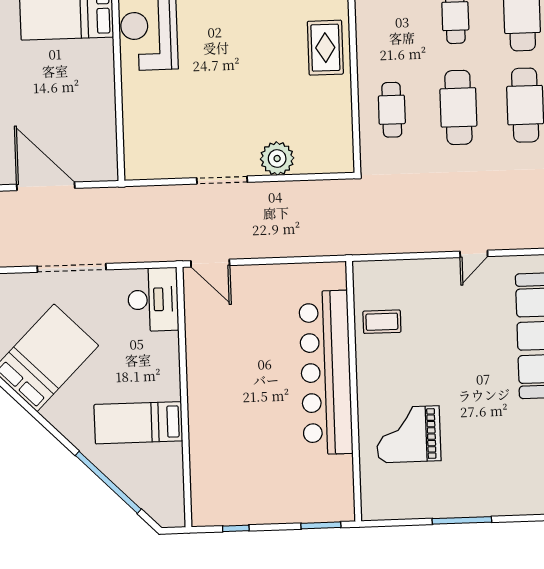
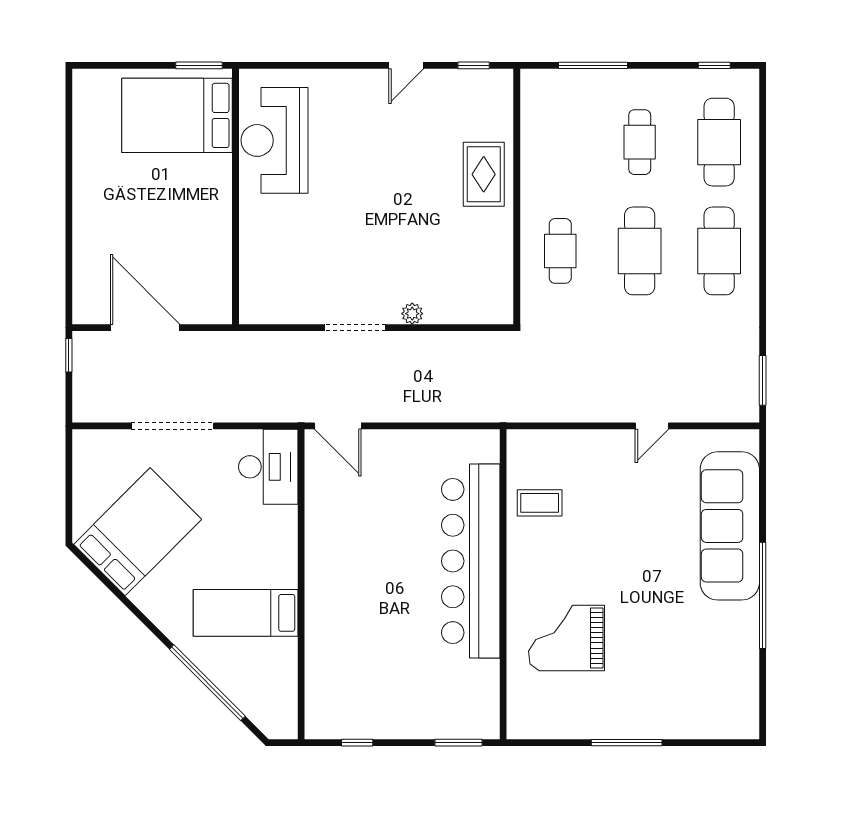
plant: (277, 158) -> (412, 314), width x0.53, depth x0.53

